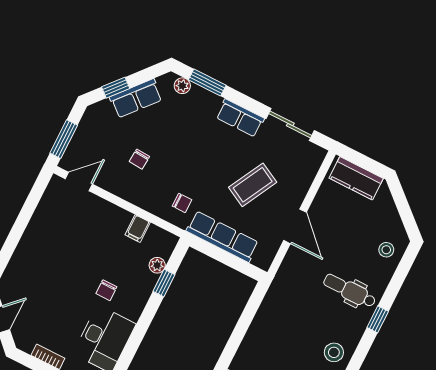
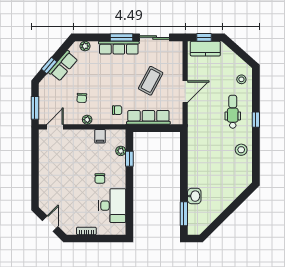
window: (207, 83) -> (121, 37), moved
row of seats: (240, 118) -> (119, 48), width x1.48
window: (362, 161) -> (204, 37), added
plant: (131, 195) -> (87, 120), added
door: (295, 226) -> (185, 92), hinge flipped
dental chair: (350, 291) -> (233, 112), turned 90

